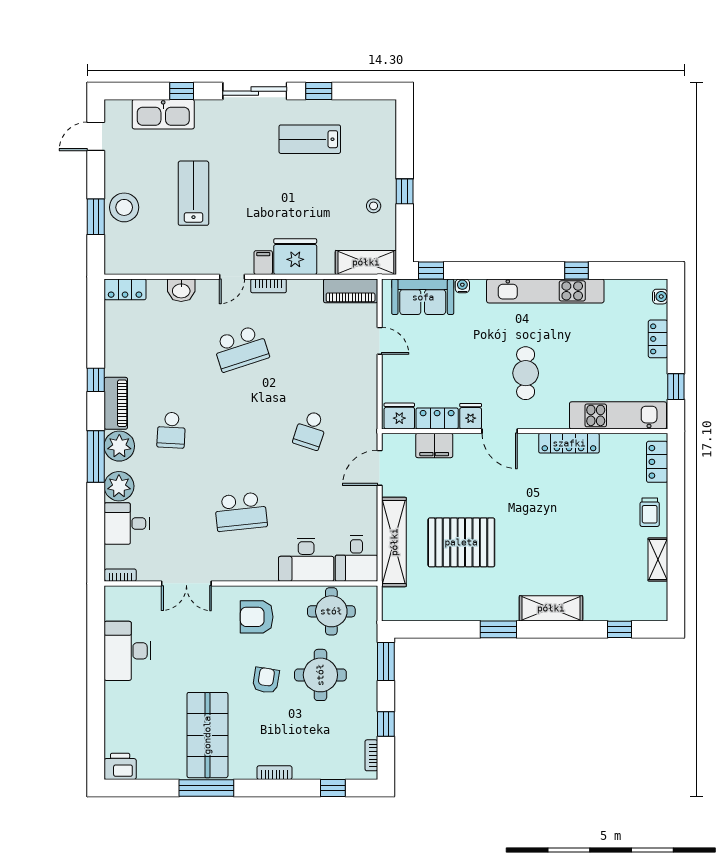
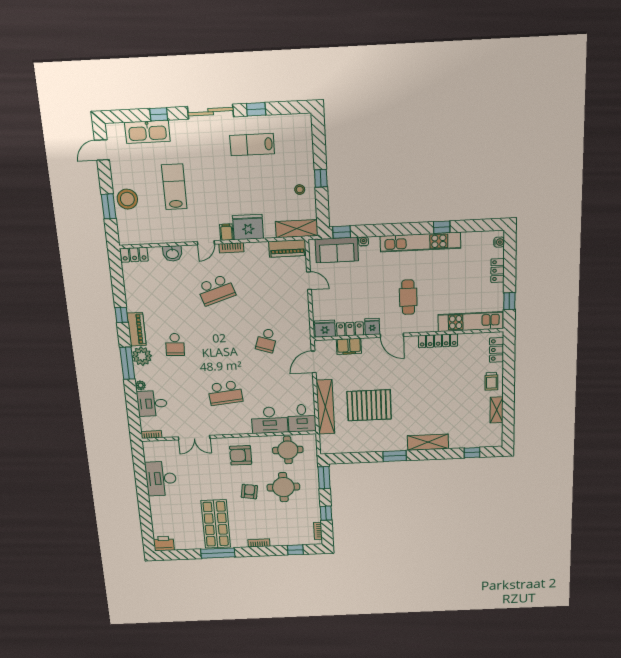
plant: (119, 486) -> (141, 385), width x0.53, depth x0.53

